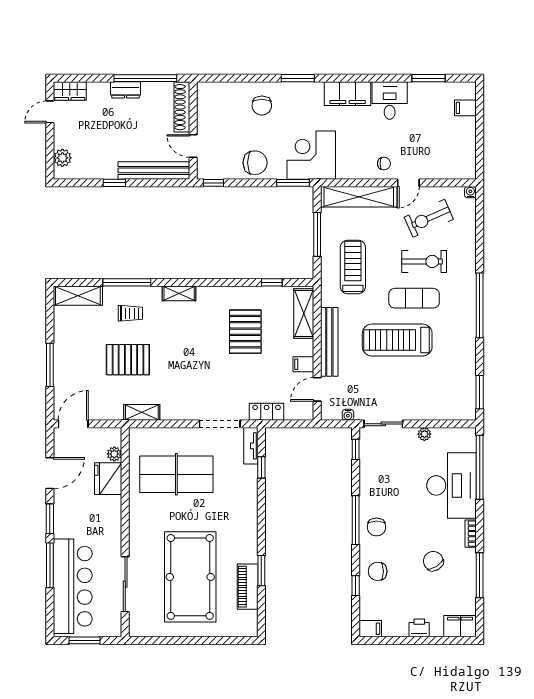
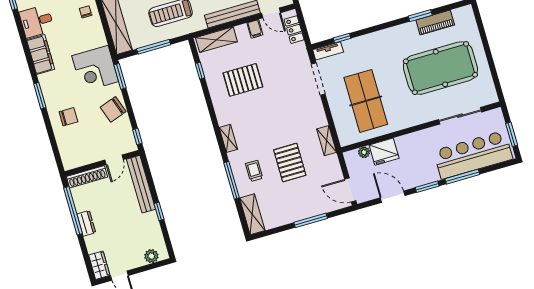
chair: (255, 163) -> (113, 109), turned -109
locker: (267, 412) -> (294, 30), moved

